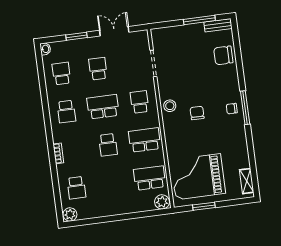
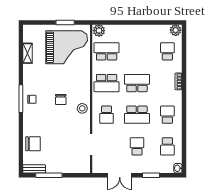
school desk: (98, 69) -> (137, 146), turned 180
school desk: (108, 145) -> (137, 83), width x1.85
school desk: (150, 178) -> (107, 51), turned 180
shelving: (247, 181) -> (27, 53), moved

